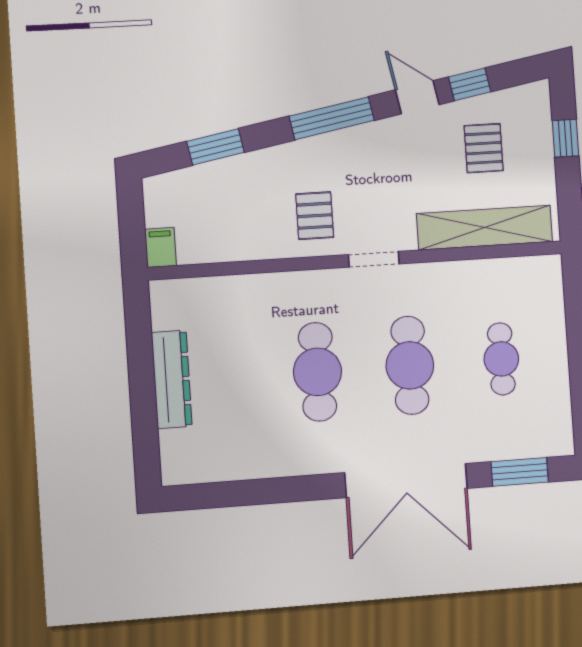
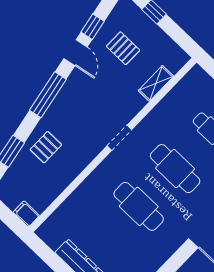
door: (417, 97) -> (75, 53), swing flipped
pallet: (315, 216) -> (46, 147), moved, turned 90
shelving: (485, 228) -> (156, 83), width x0.45, depth x0.75

